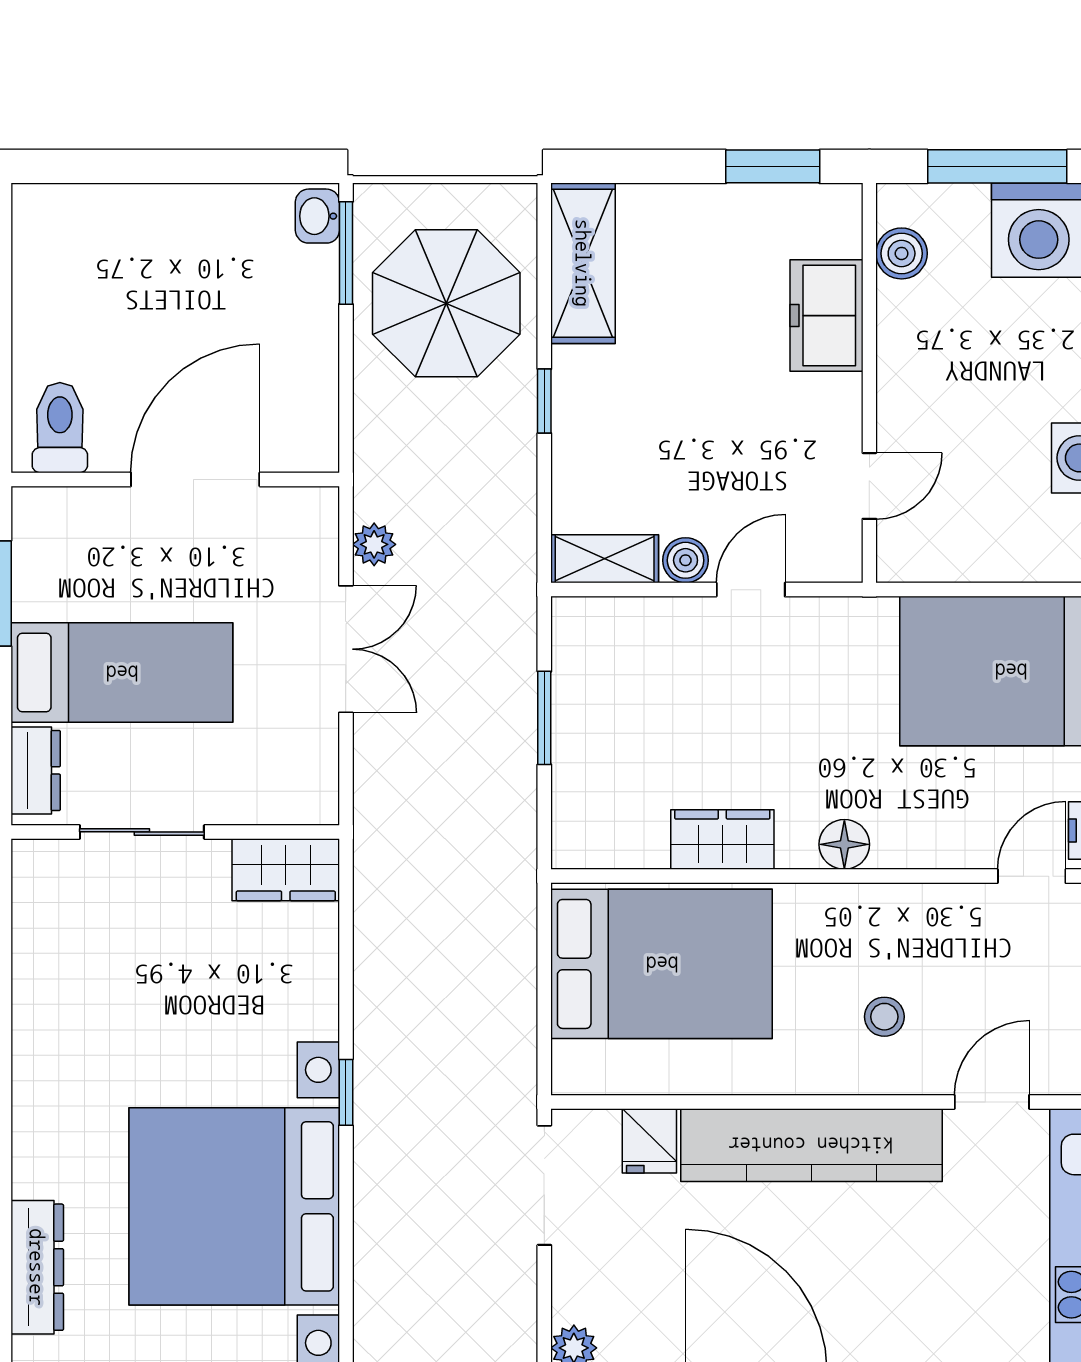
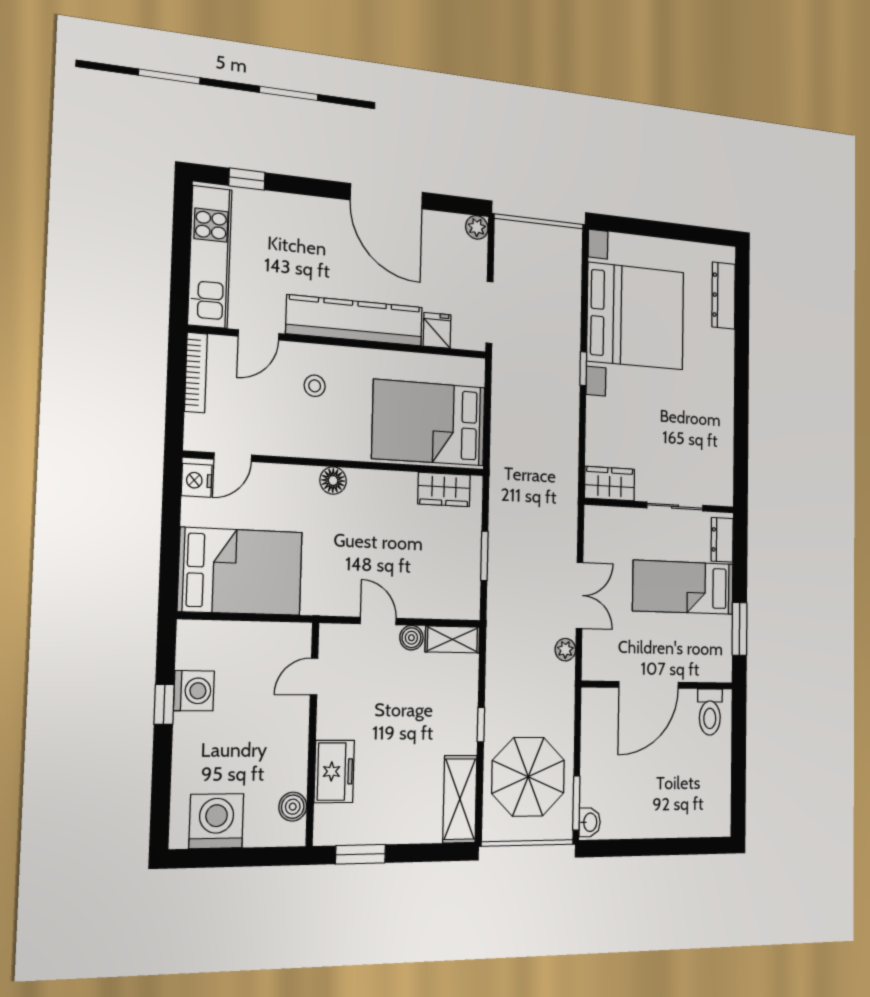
window: (997, 166) -> (238, 857), removed
door: (751, 590) -> (378, 621), swing flipped
double door: (346, 649) -> (580, 596), swing flipped
wardrobe: (722, 840) -> (444, 489), moved

